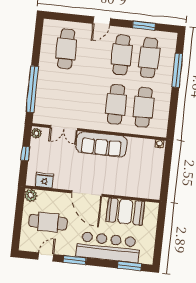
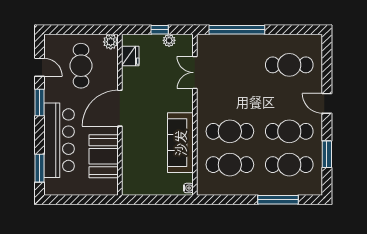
plant: (36, 133) -> (169, 40), moved
sofa: (102, 144) -> (180, 143), moved

